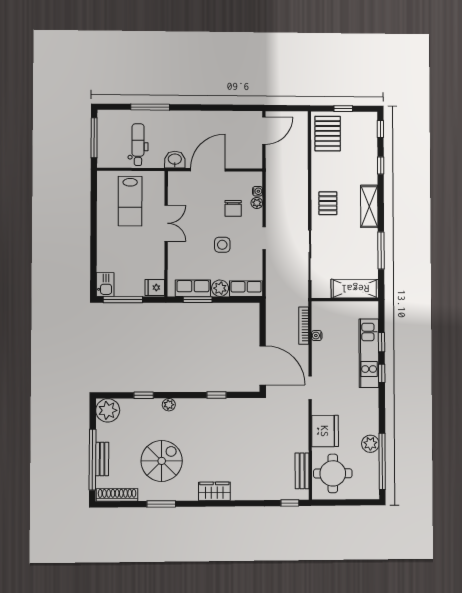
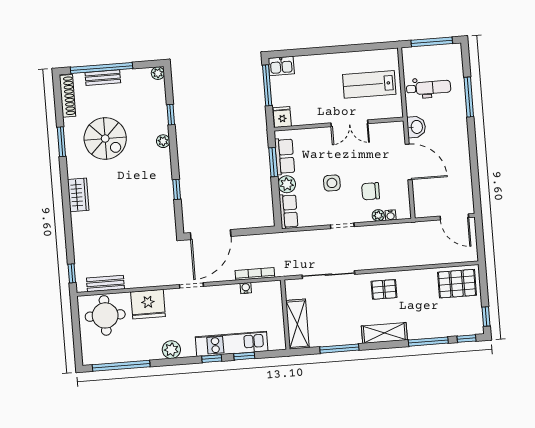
window: (343, 109) -> (486, 316), moved
window: (381, 165) -> (428, 342), width x2.17
plant: (108, 410) -> (158, 73), width x0.53, depth x0.53
plant: (370, 444) -> (171, 350), moved

